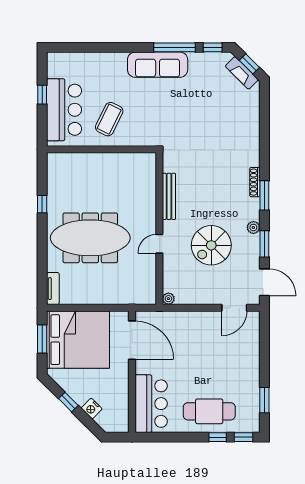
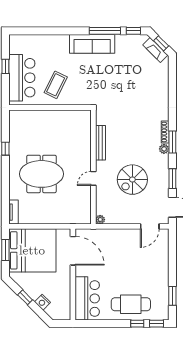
plant: (253, 227) -> (164, 149), moved
meeting table: (90, 238) -> (41, 174), width x0.73

